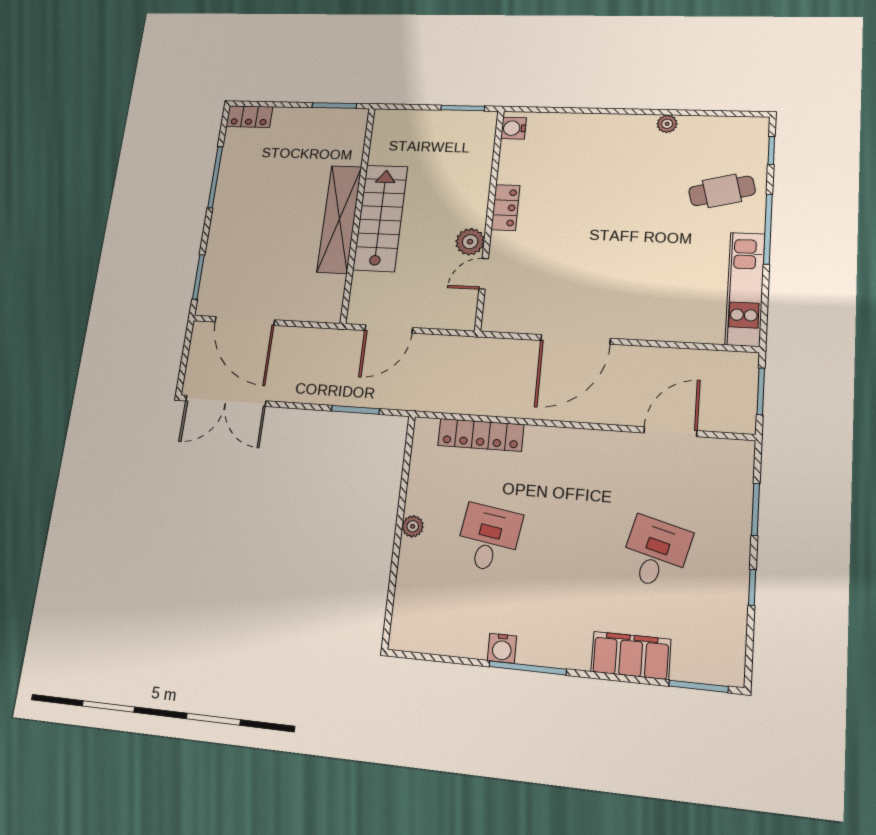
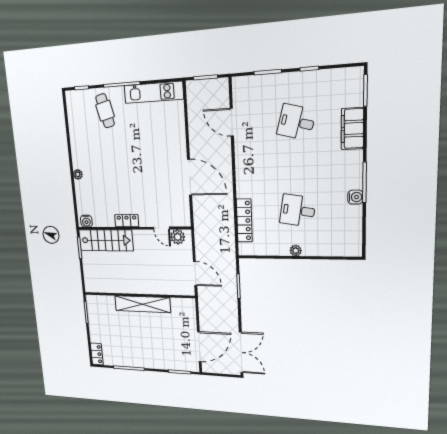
plant: (667, 124) -> (78, 174), moved
stairs: (380, 218) -> (106, 240), moved, turned 180
plant: (470, 242) -> (178, 237), moved

